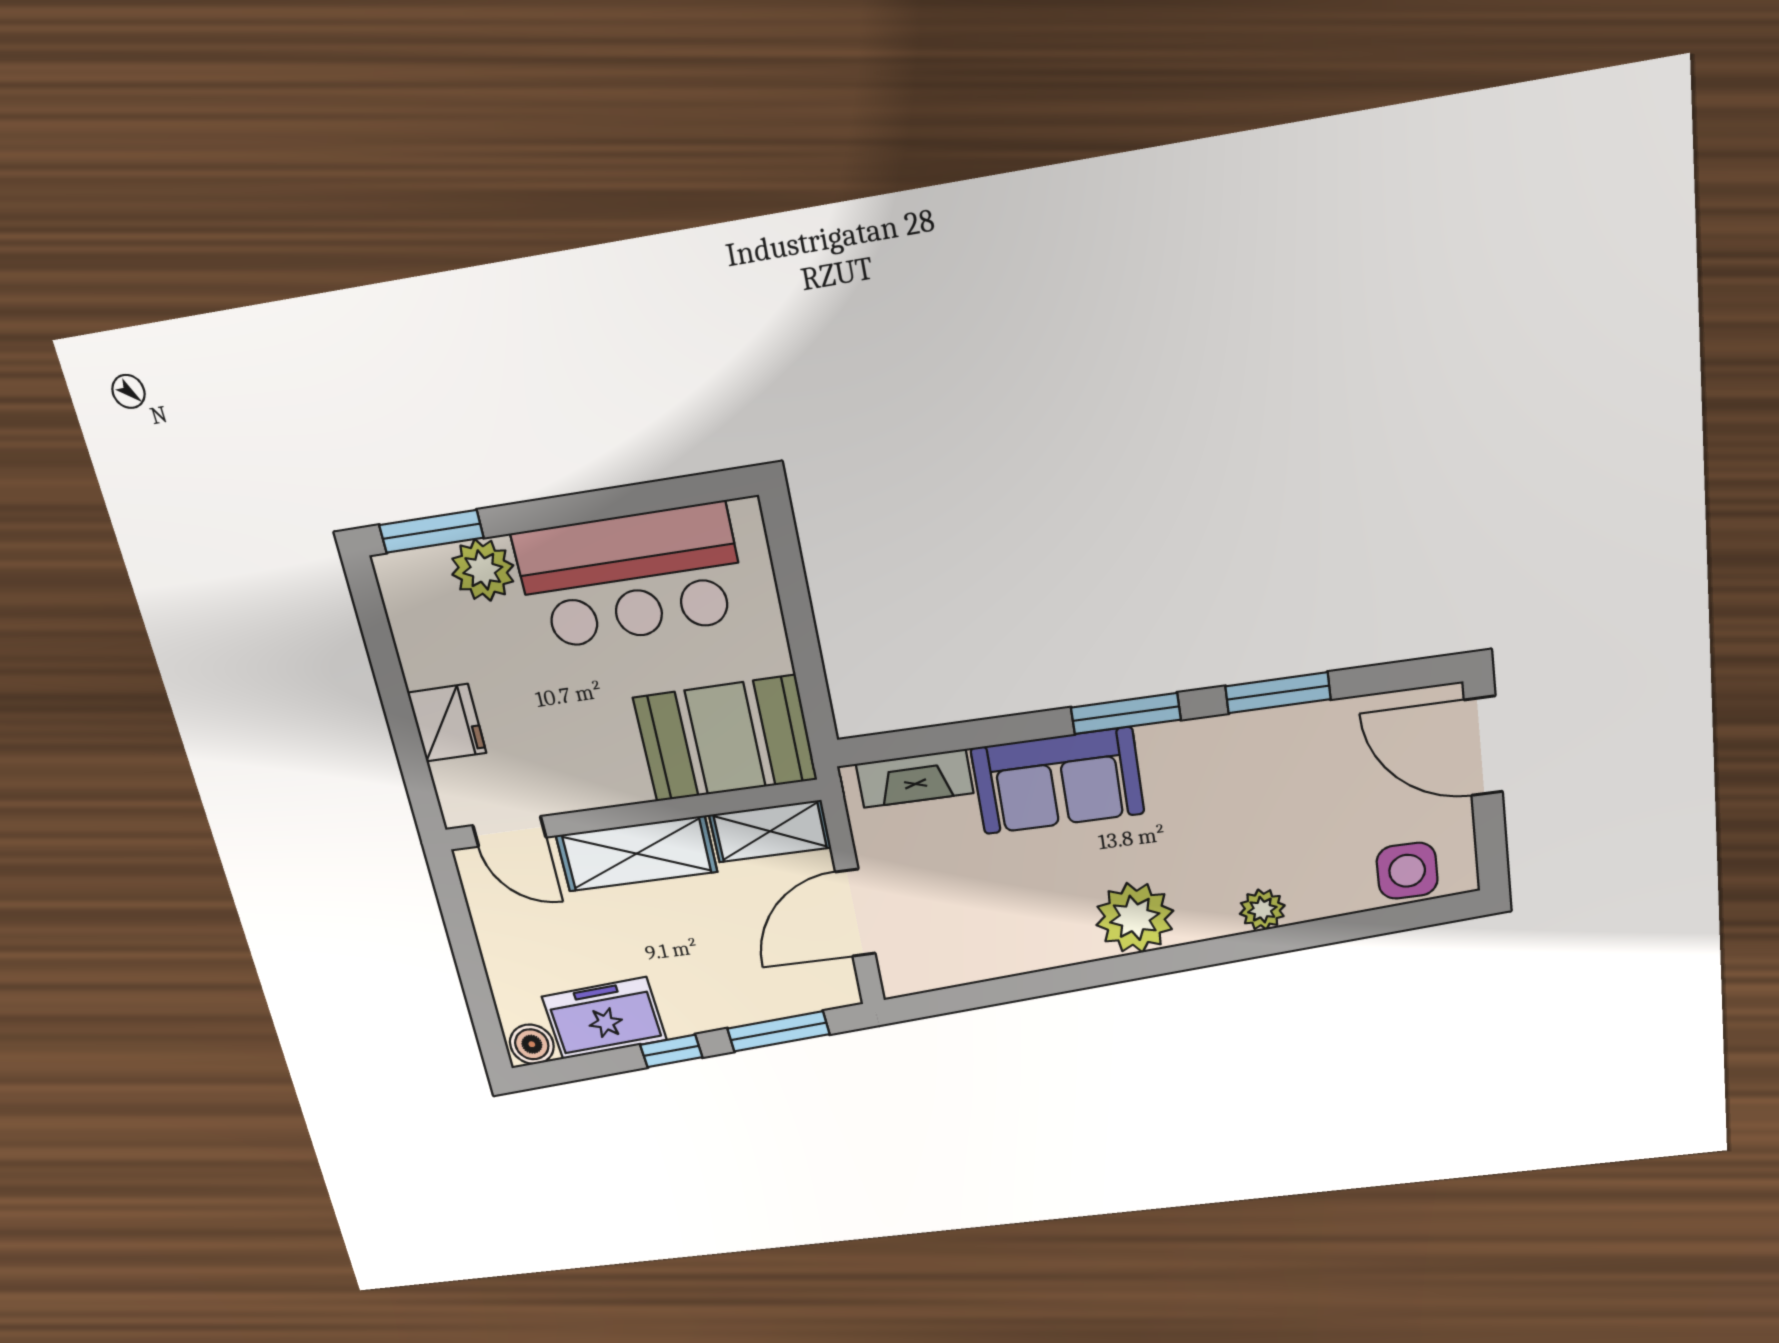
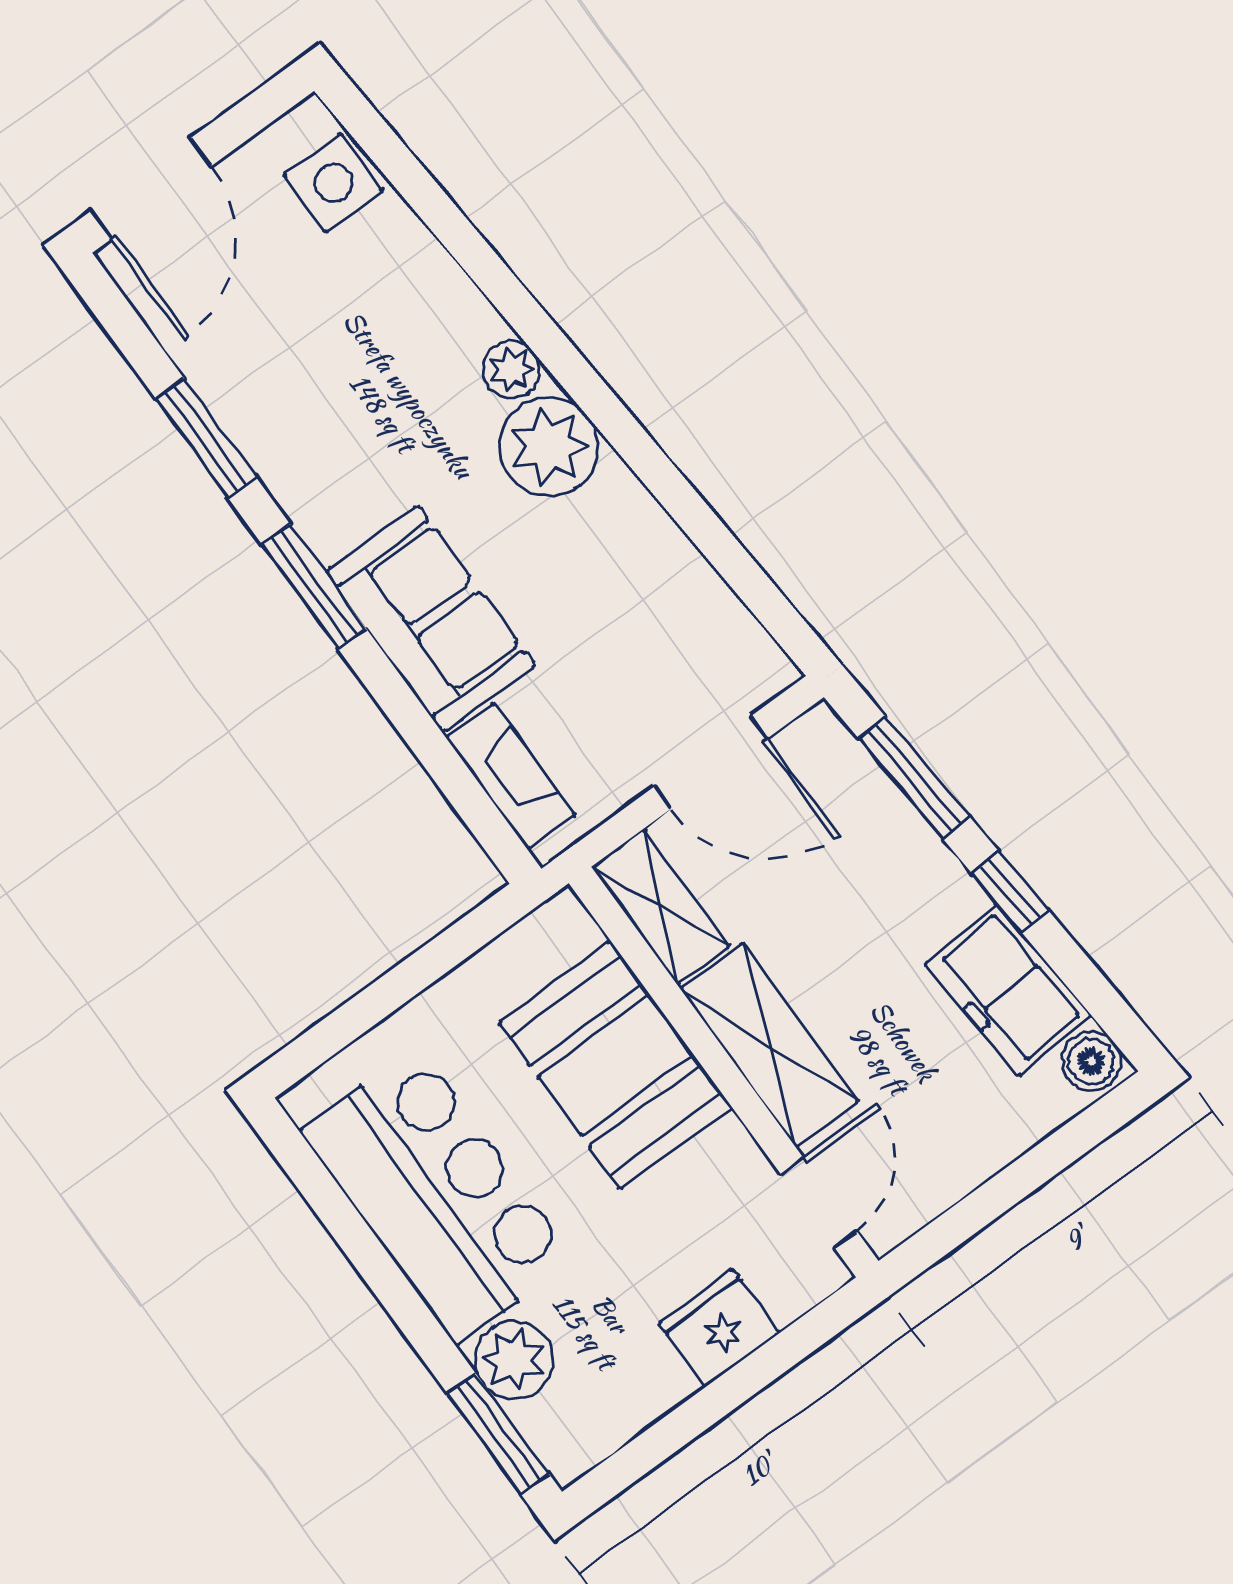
booth: (725, 739) -> (615, 1065), moved
plant: (1262, 910) -> (511, 369), moved

